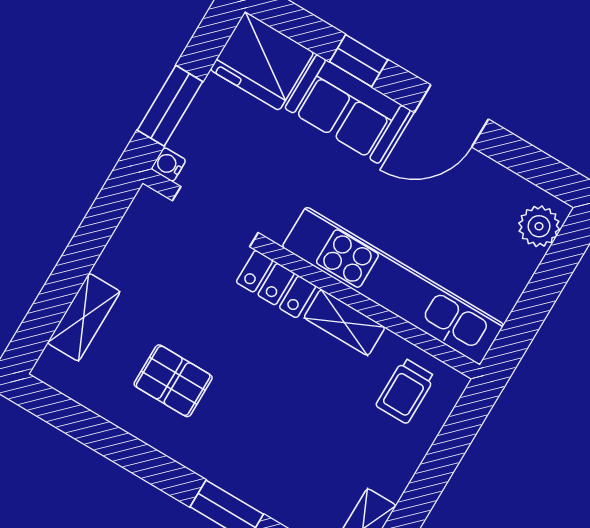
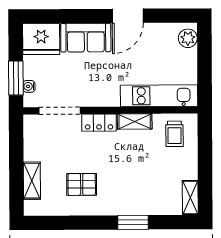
window: (359, 61) -> (79, 16), removed
water cooler: (169, 164) -> (29, 86), moved
kitchen unit: (393, 286) -> (159, 96), width x0.73

